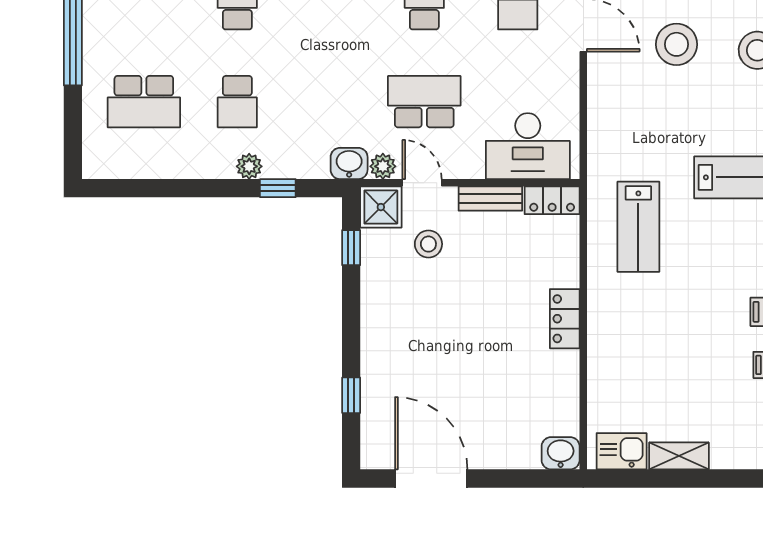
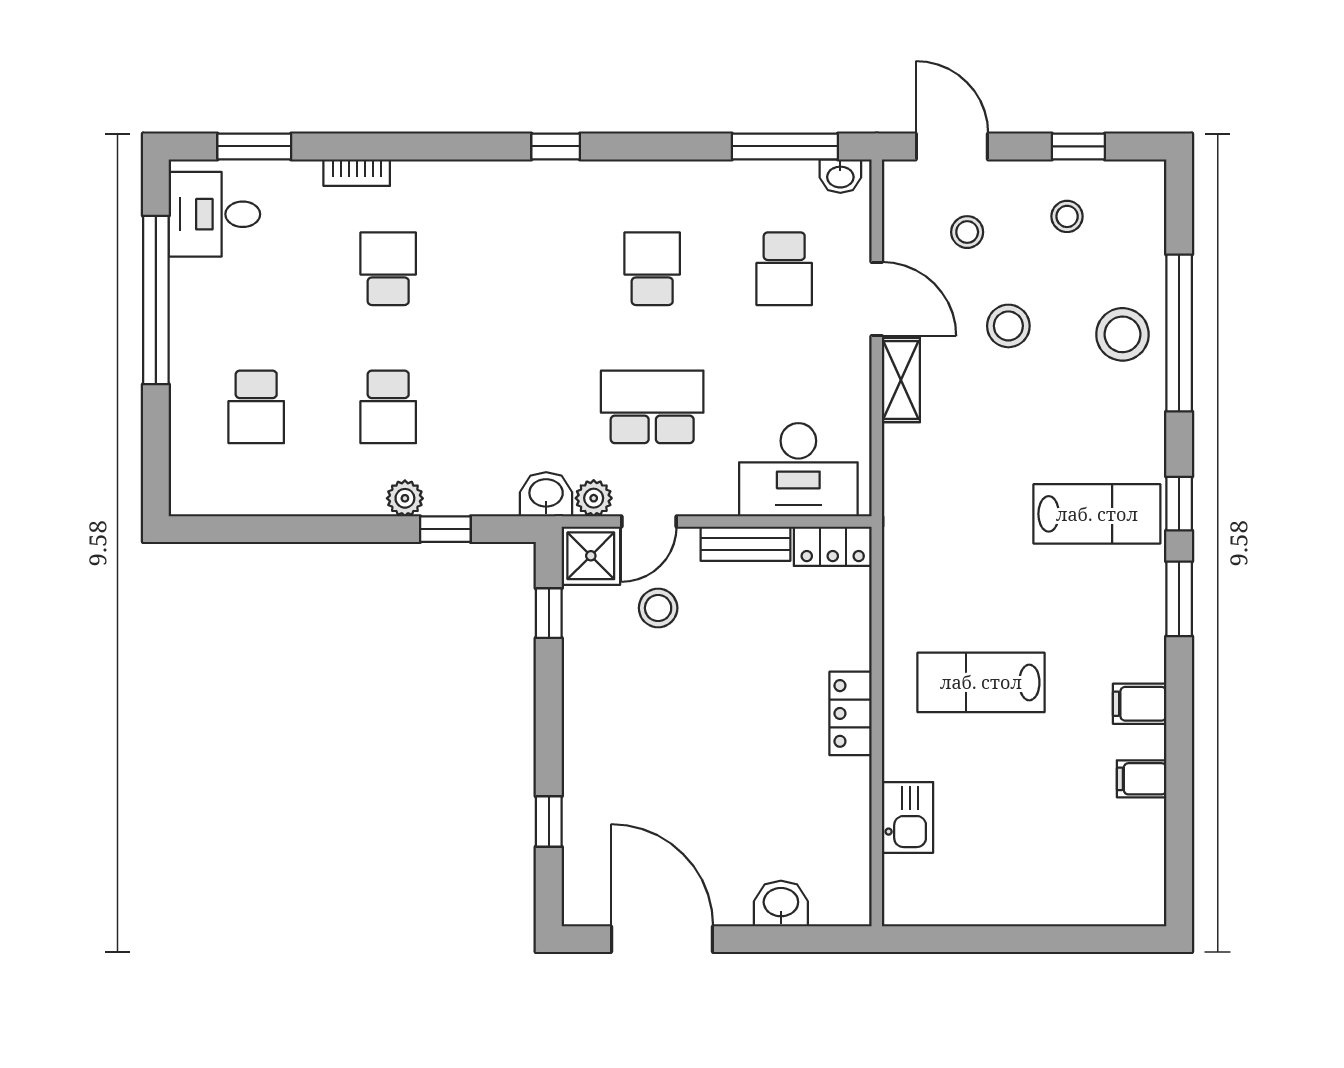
stool: (676, 44) -> (1008, 326), width x0.73, depth x0.73
school desk: (144, 102) -> (256, 407), width x0.54
door: (422, 183) -> (649, 521), swing flipped
lab bench: (638, 227) -> (981, 682), moved, turned 90
kitchen sink: (622, 451) -> (908, 817), moved, turned 90
washbasin: (561, 453) -> (781, 903), moved
shelving: (679, 456) -> (901, 380), moved, turned 90

